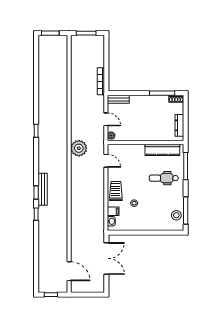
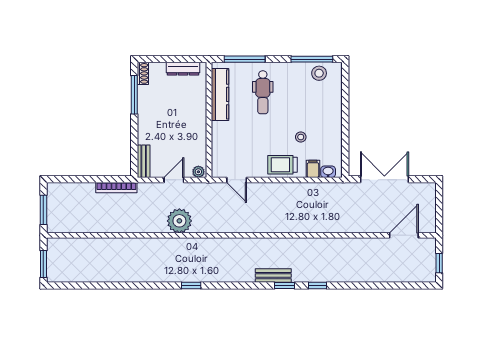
plant: (79, 148) -> (179, 221), moved
door: (106, 161) -> (237, 180), swing flipped
bench: (43, 189) -> (273, 276), width x0.73

